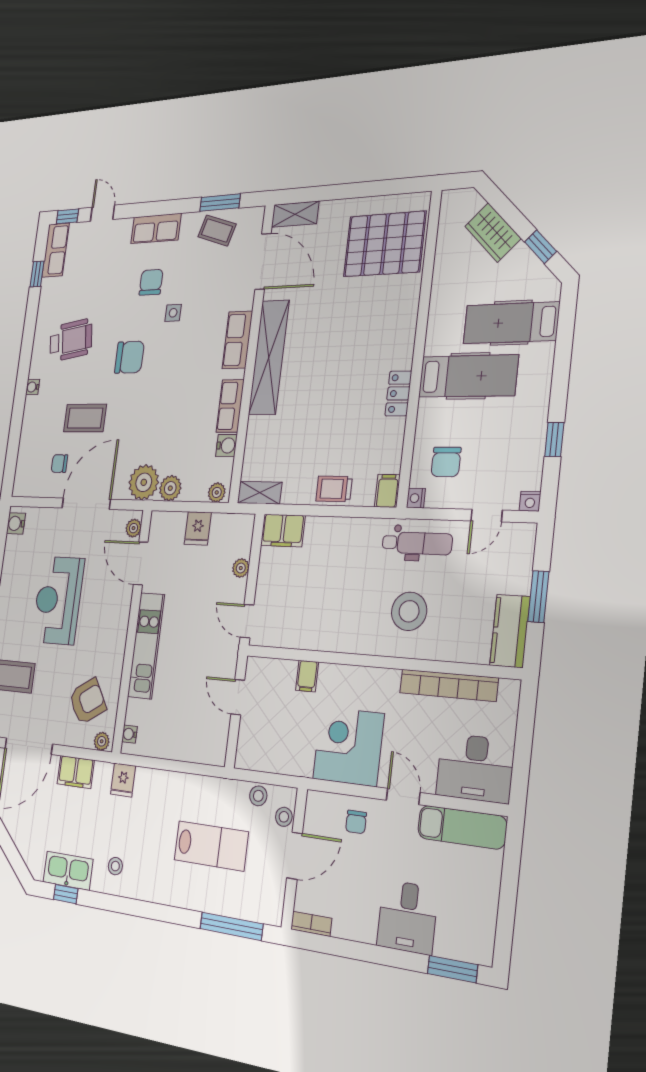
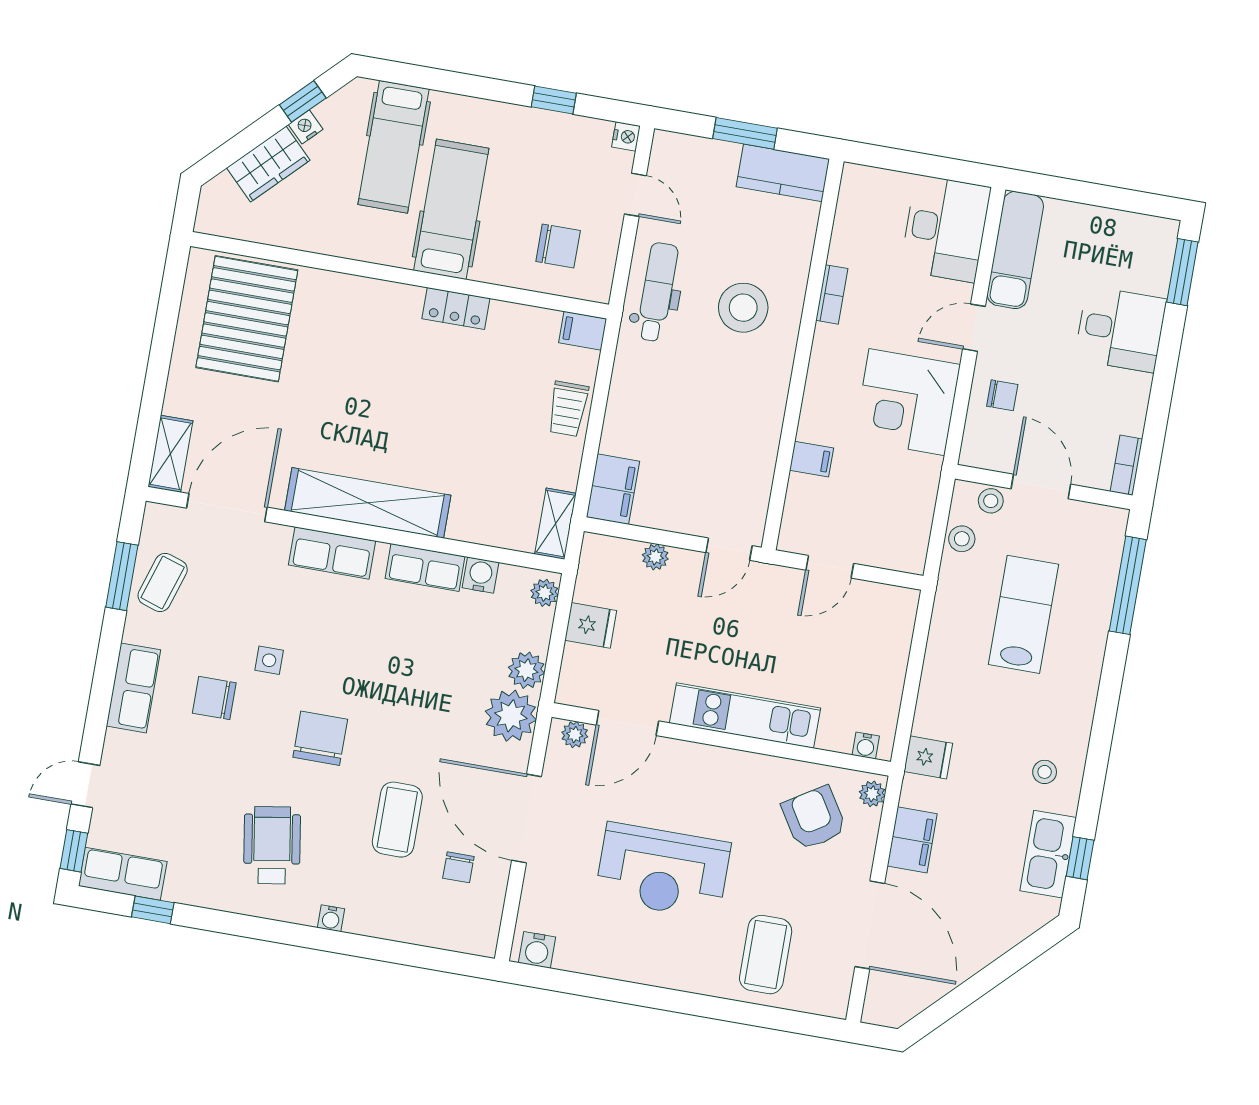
nightstand: (416, 498) -> (306, 127), moved, turned 135
bookcase: (448, 685) -> (832, 294), width x0.43, depth x0.76

